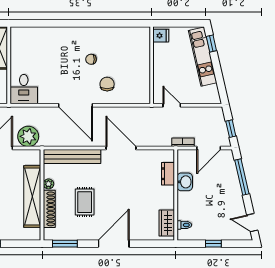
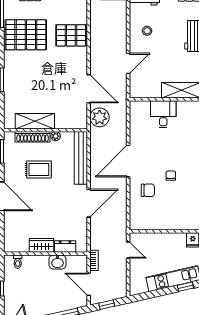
desk: (24, 89) -> (163, 114), moved, turned 90
door: (172, 105) -> (128, 250), hinge flipped
shelving: (32, 197) -> (35, 121), width x0.68
wardrobe: (167, 223) -> (41, 245), moved

